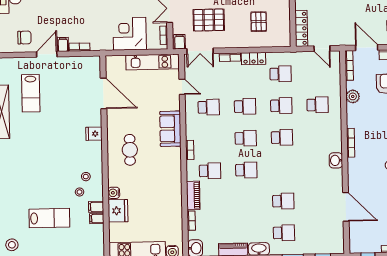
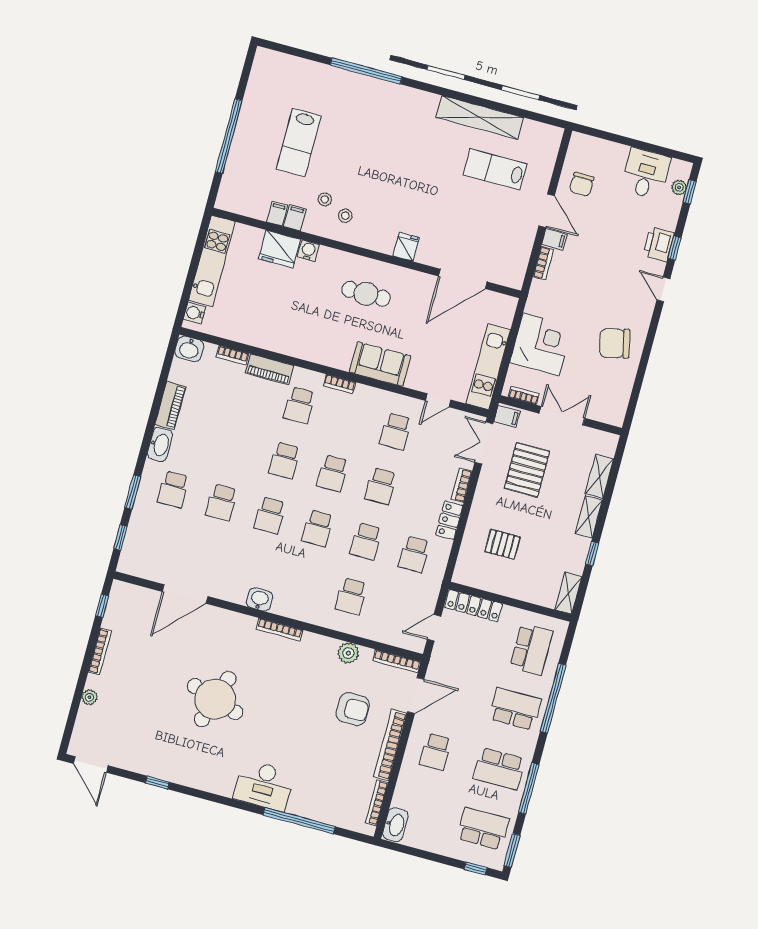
school desk: (283, 169) -> (270, 515), added
stool: (12, 245) -> (275, 74), removed

